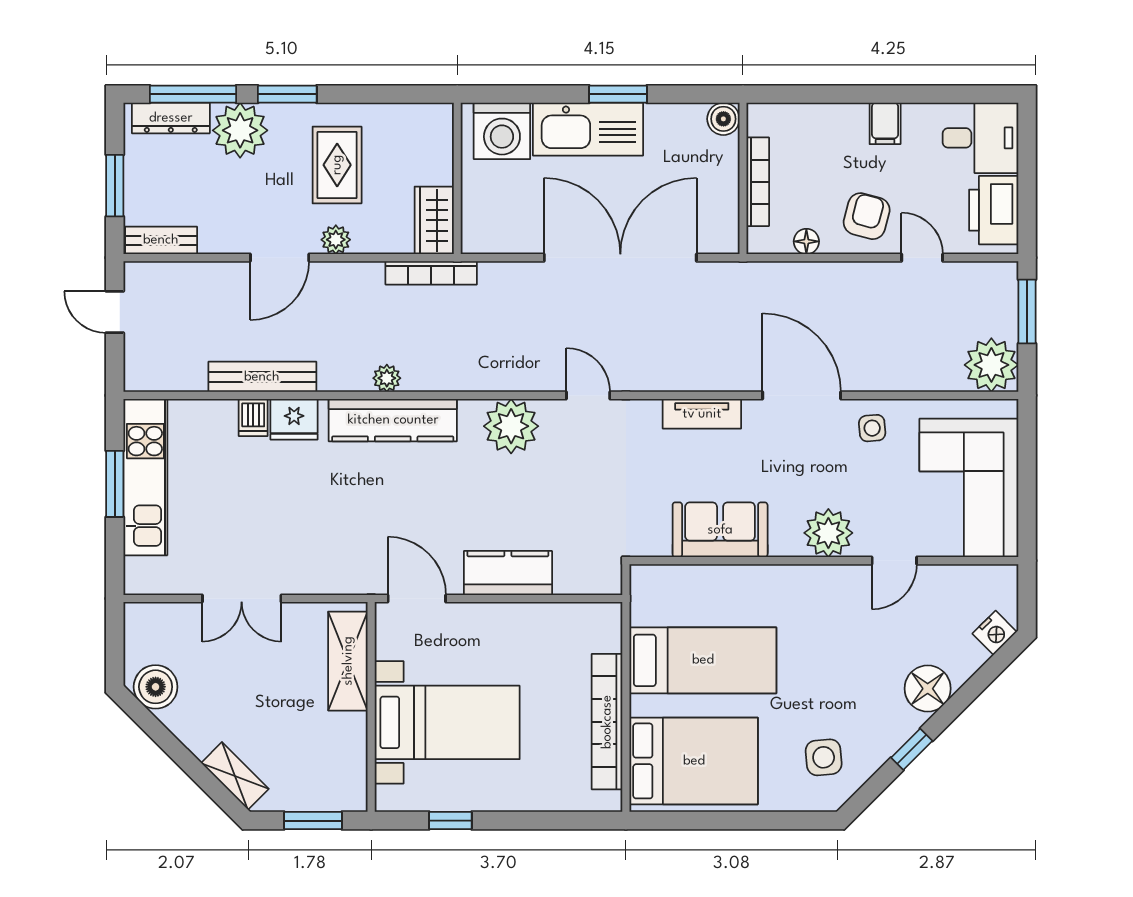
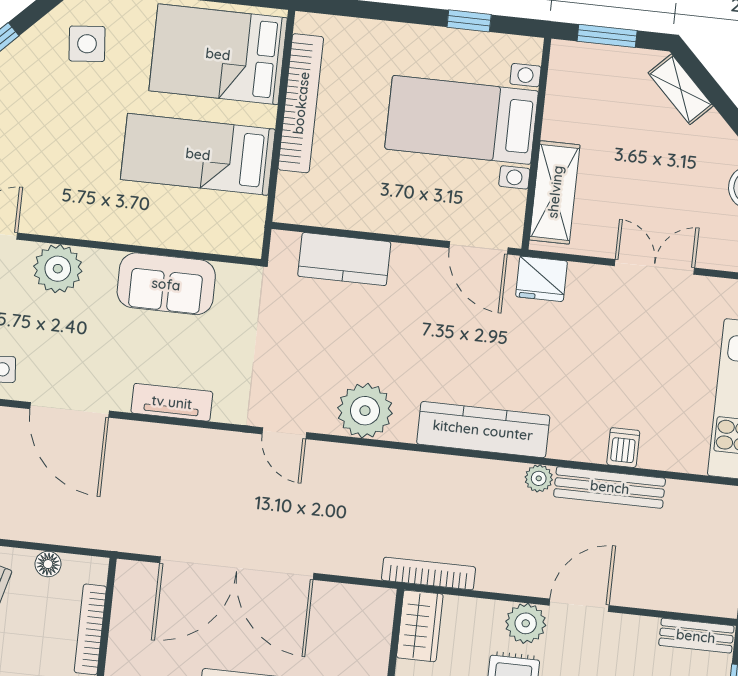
plant: (336, 240) -> (526, 623), width x1.38, depth x1.38
plant: (387, 378) -> (539, 478), moved
fridge: (294, 419) -> (542, 279), moved, turned 180
kitchen counter: (508, 573) -> (344, 259), moved

